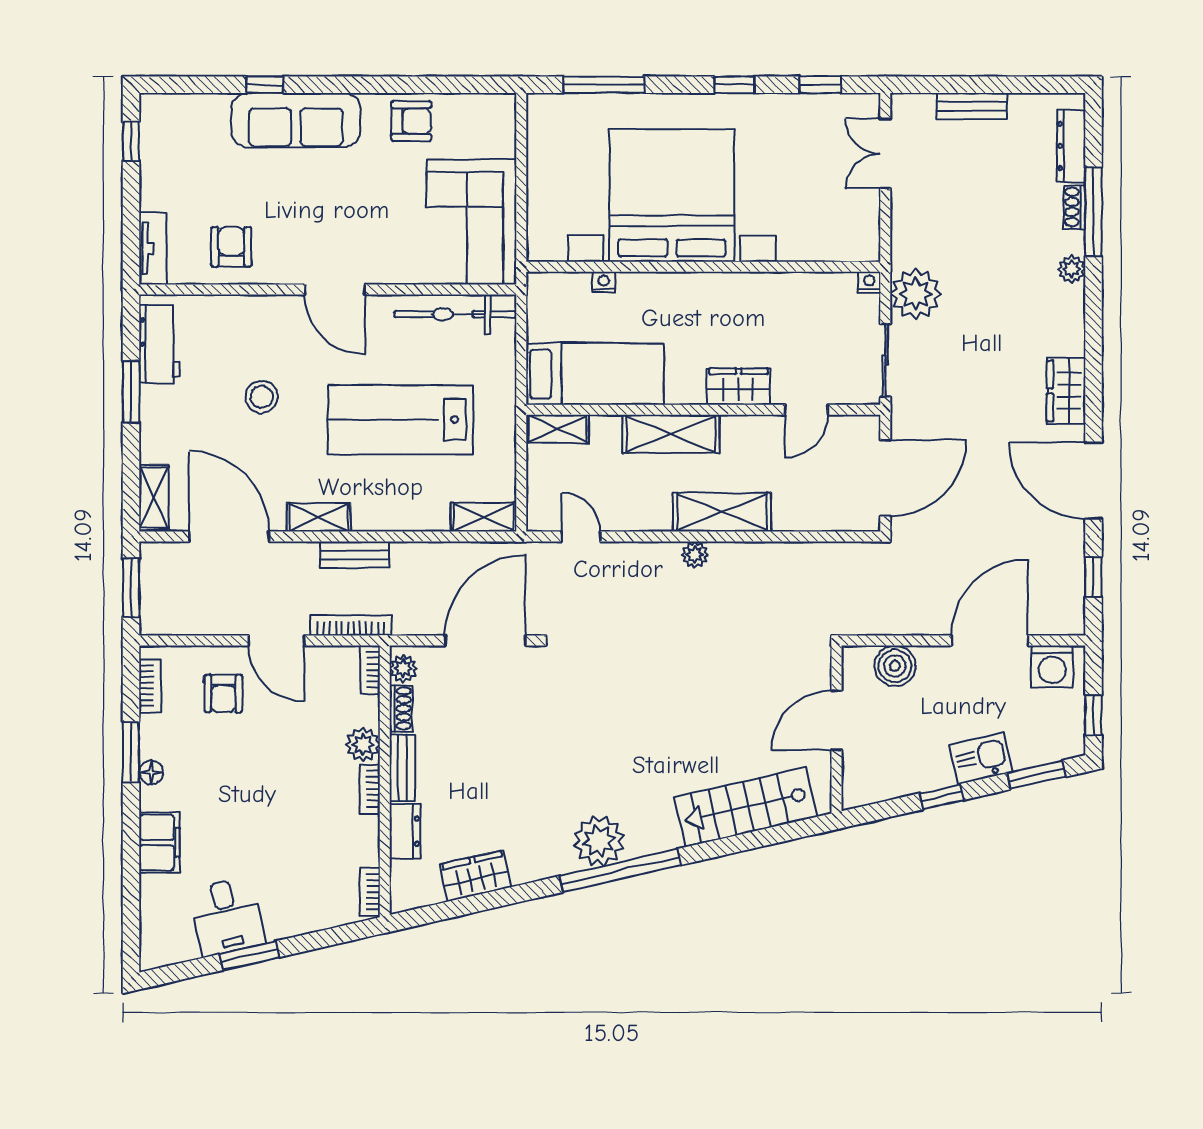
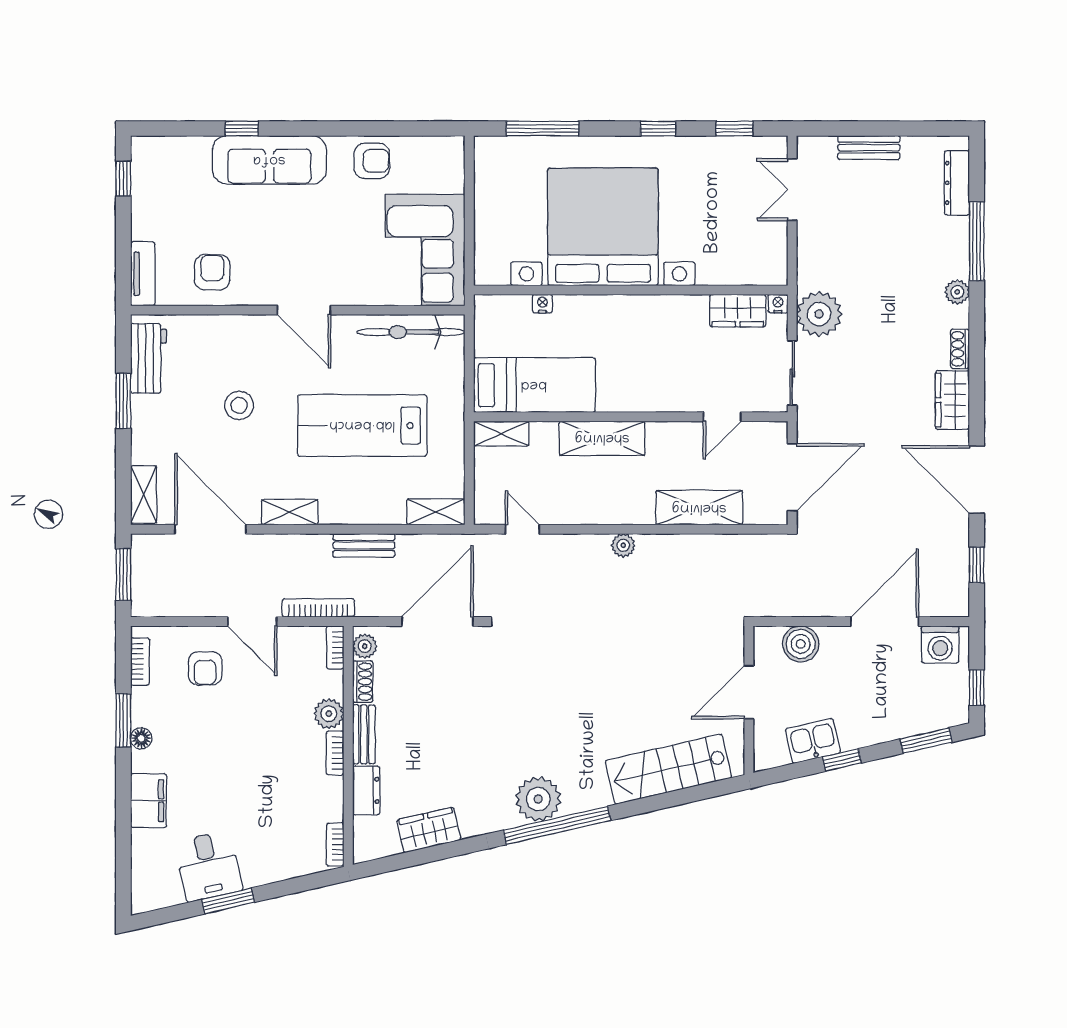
shoe rack: (1075, 207) -> (960, 349), moved
wardrobe: (738, 387) -> (738, 311), moved, turned 180
shelving: (722, 512) -> (699, 508), moved
bench: (355, 555) -> (364, 545), moved
kitchen sink: (981, 759) -> (813, 741), moved

